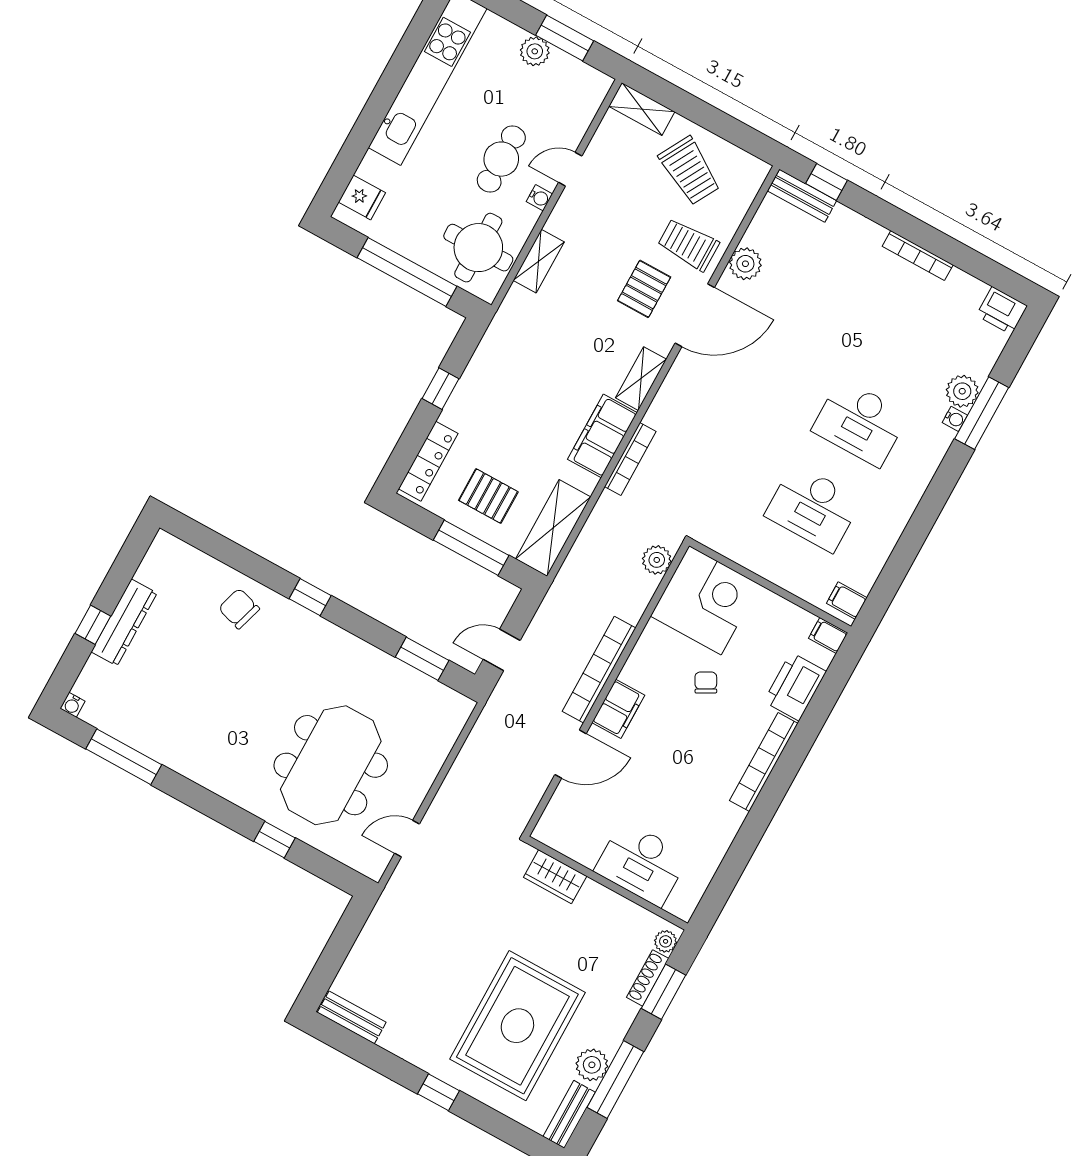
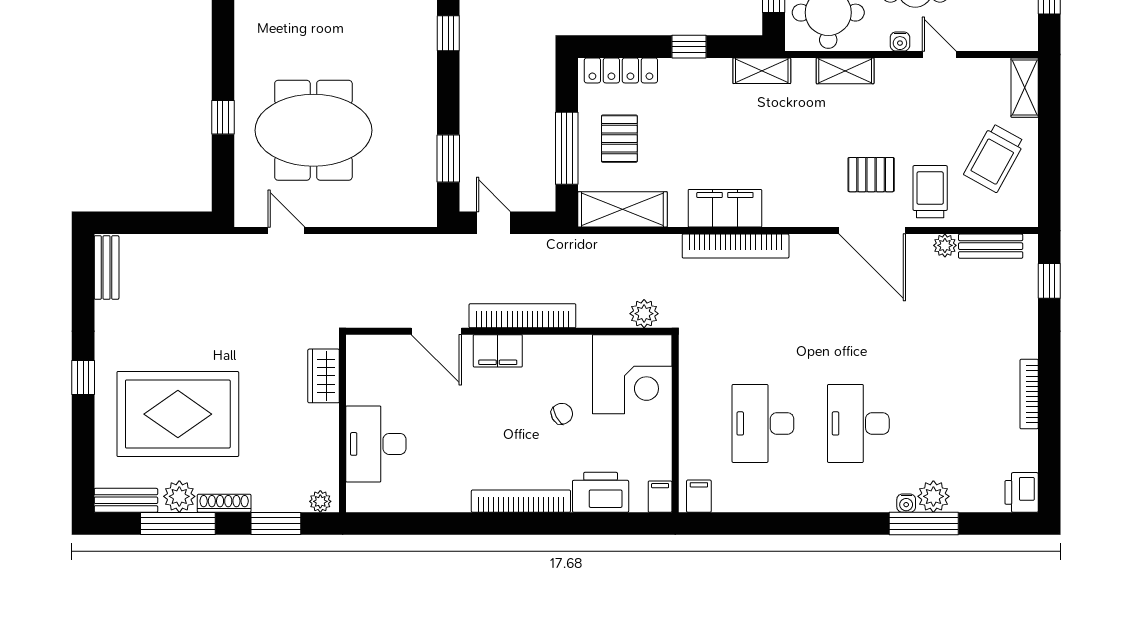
bench: (802, 196) -> (991, 246), moved, turned 90
plant: (745, 264) -> (945, 245), width x0.73, depth x0.73
shelving: (641, 379) -> (762, 71), moved
bookcase: (630, 459) -> (736, 246), width x1.48, depth x1.31
shoe rack: (648, 978) -> (224, 503), moved

